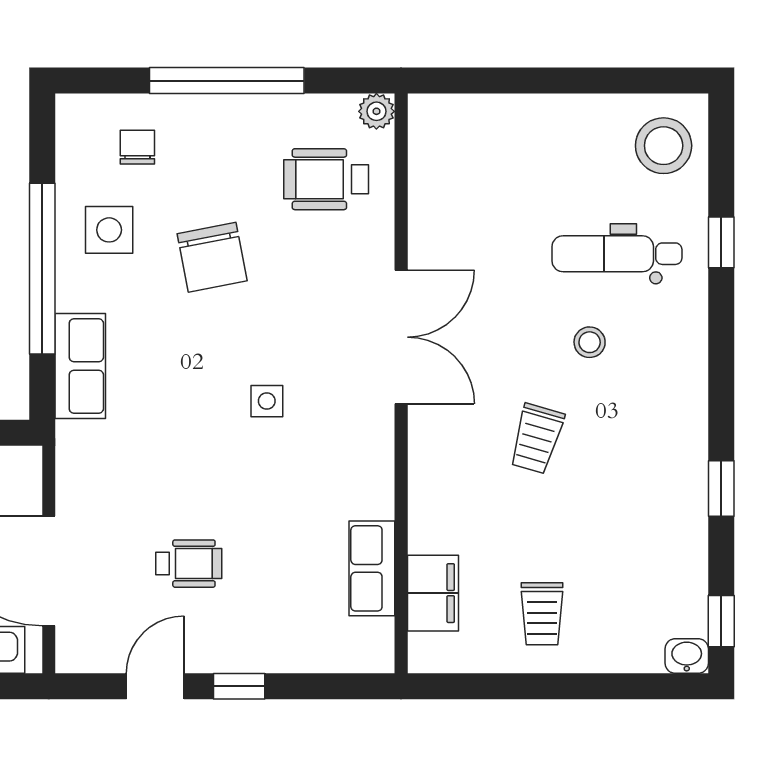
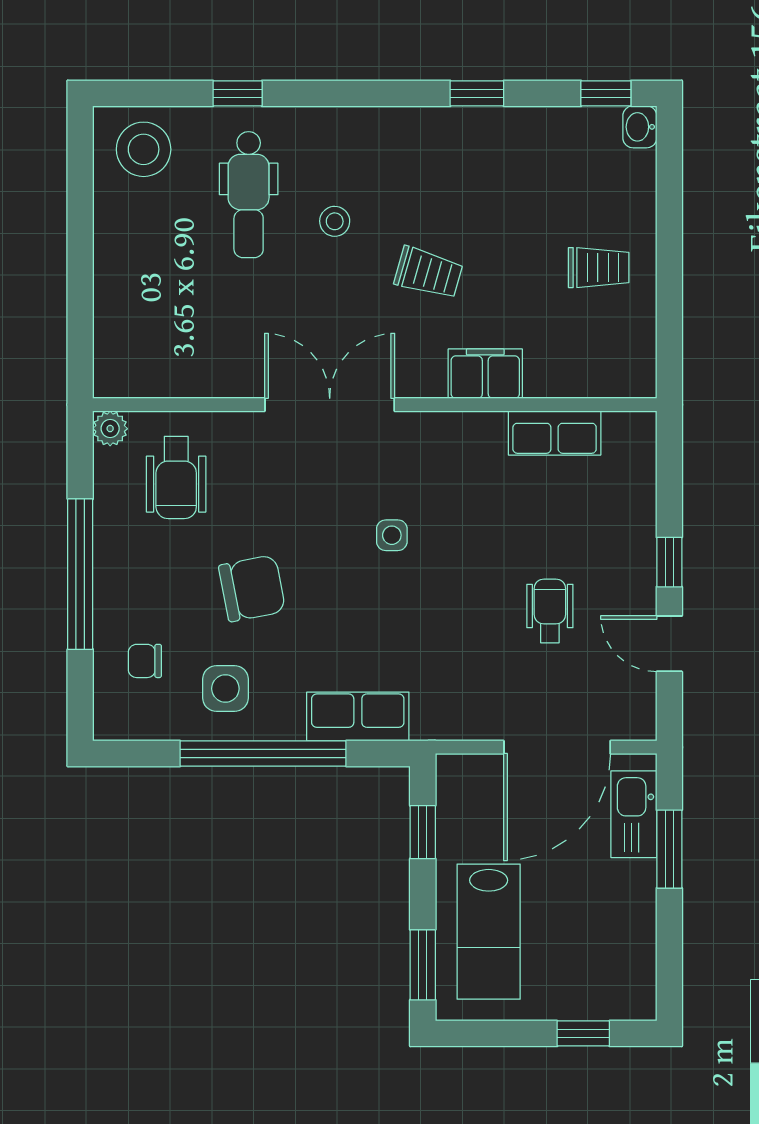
filing cabinet: (433, 593) -> (485, 374), moved

